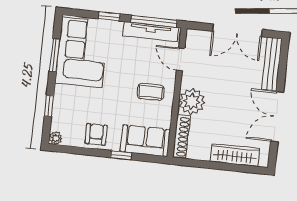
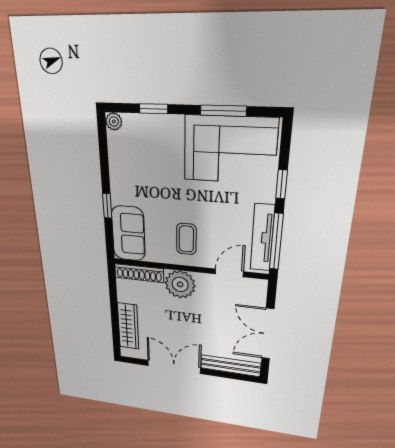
armchair: (96, 134) -> (126, 175), removed

